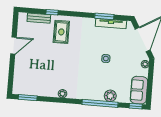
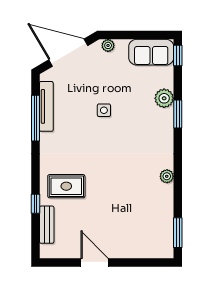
window: (104, 16) -> (35, 118), width x1.44
window: (100, 103) -> (178, 114), width x0.47

